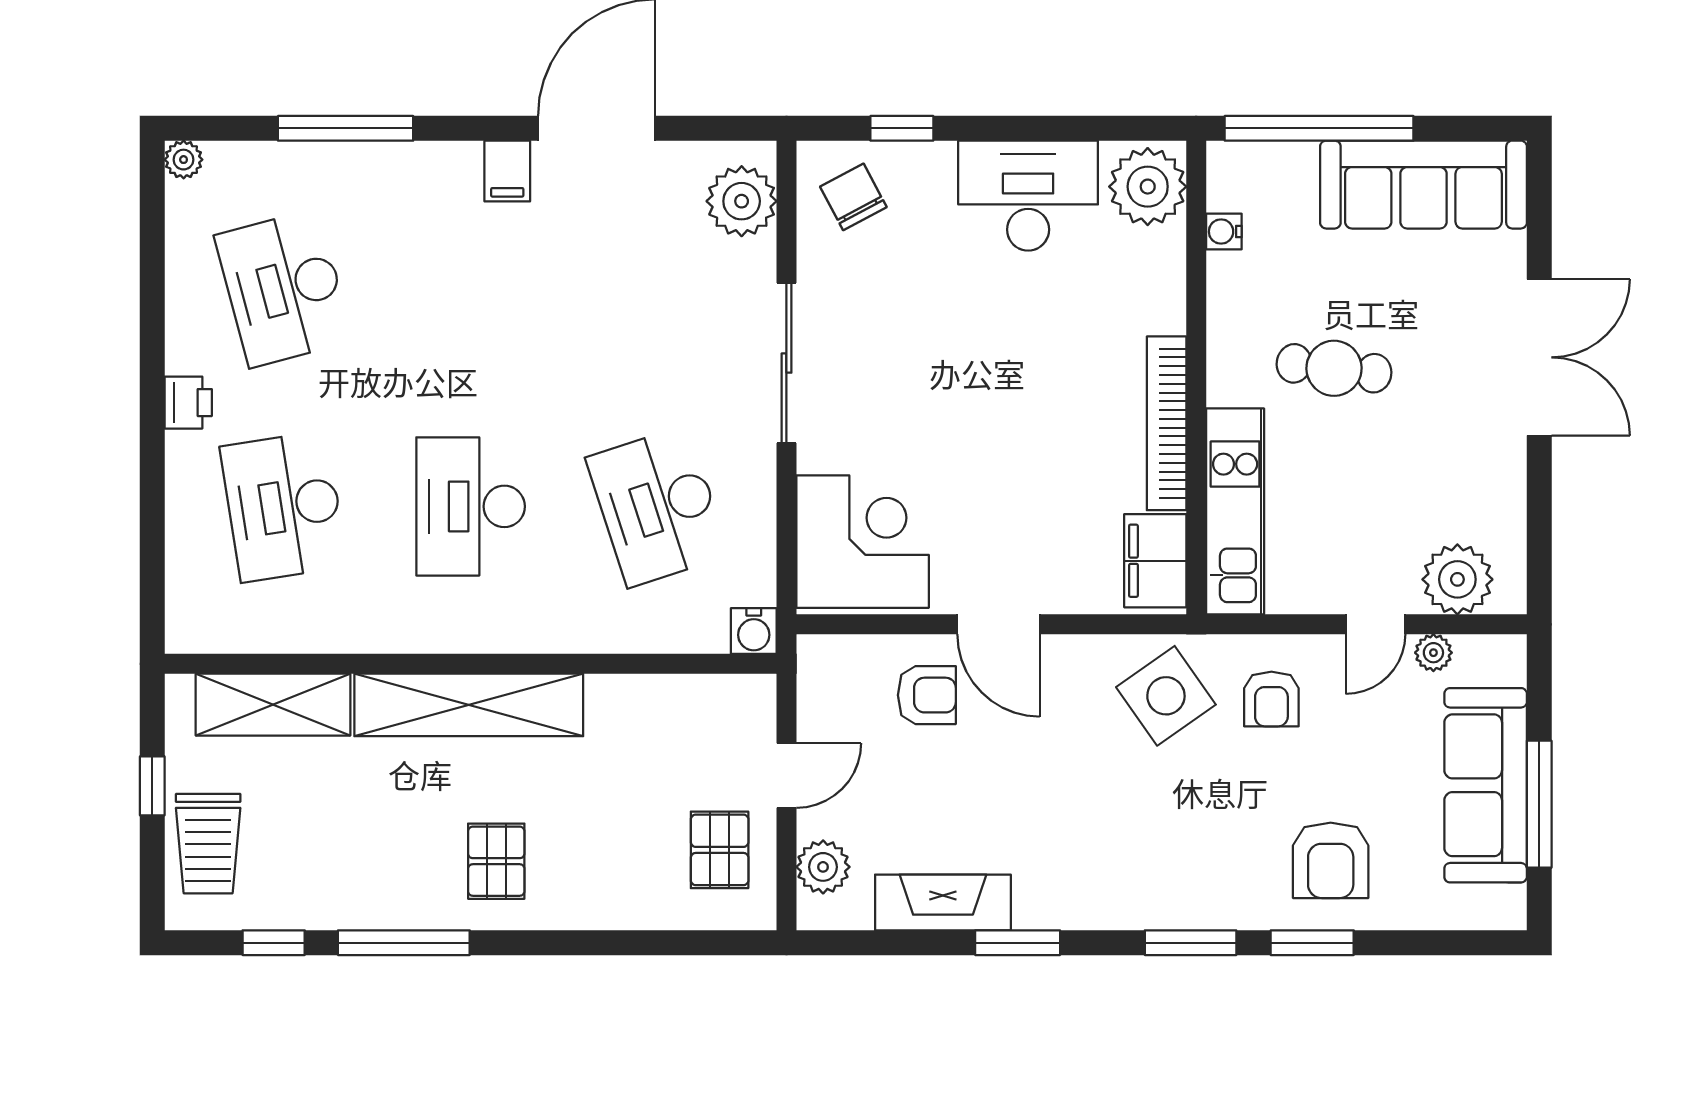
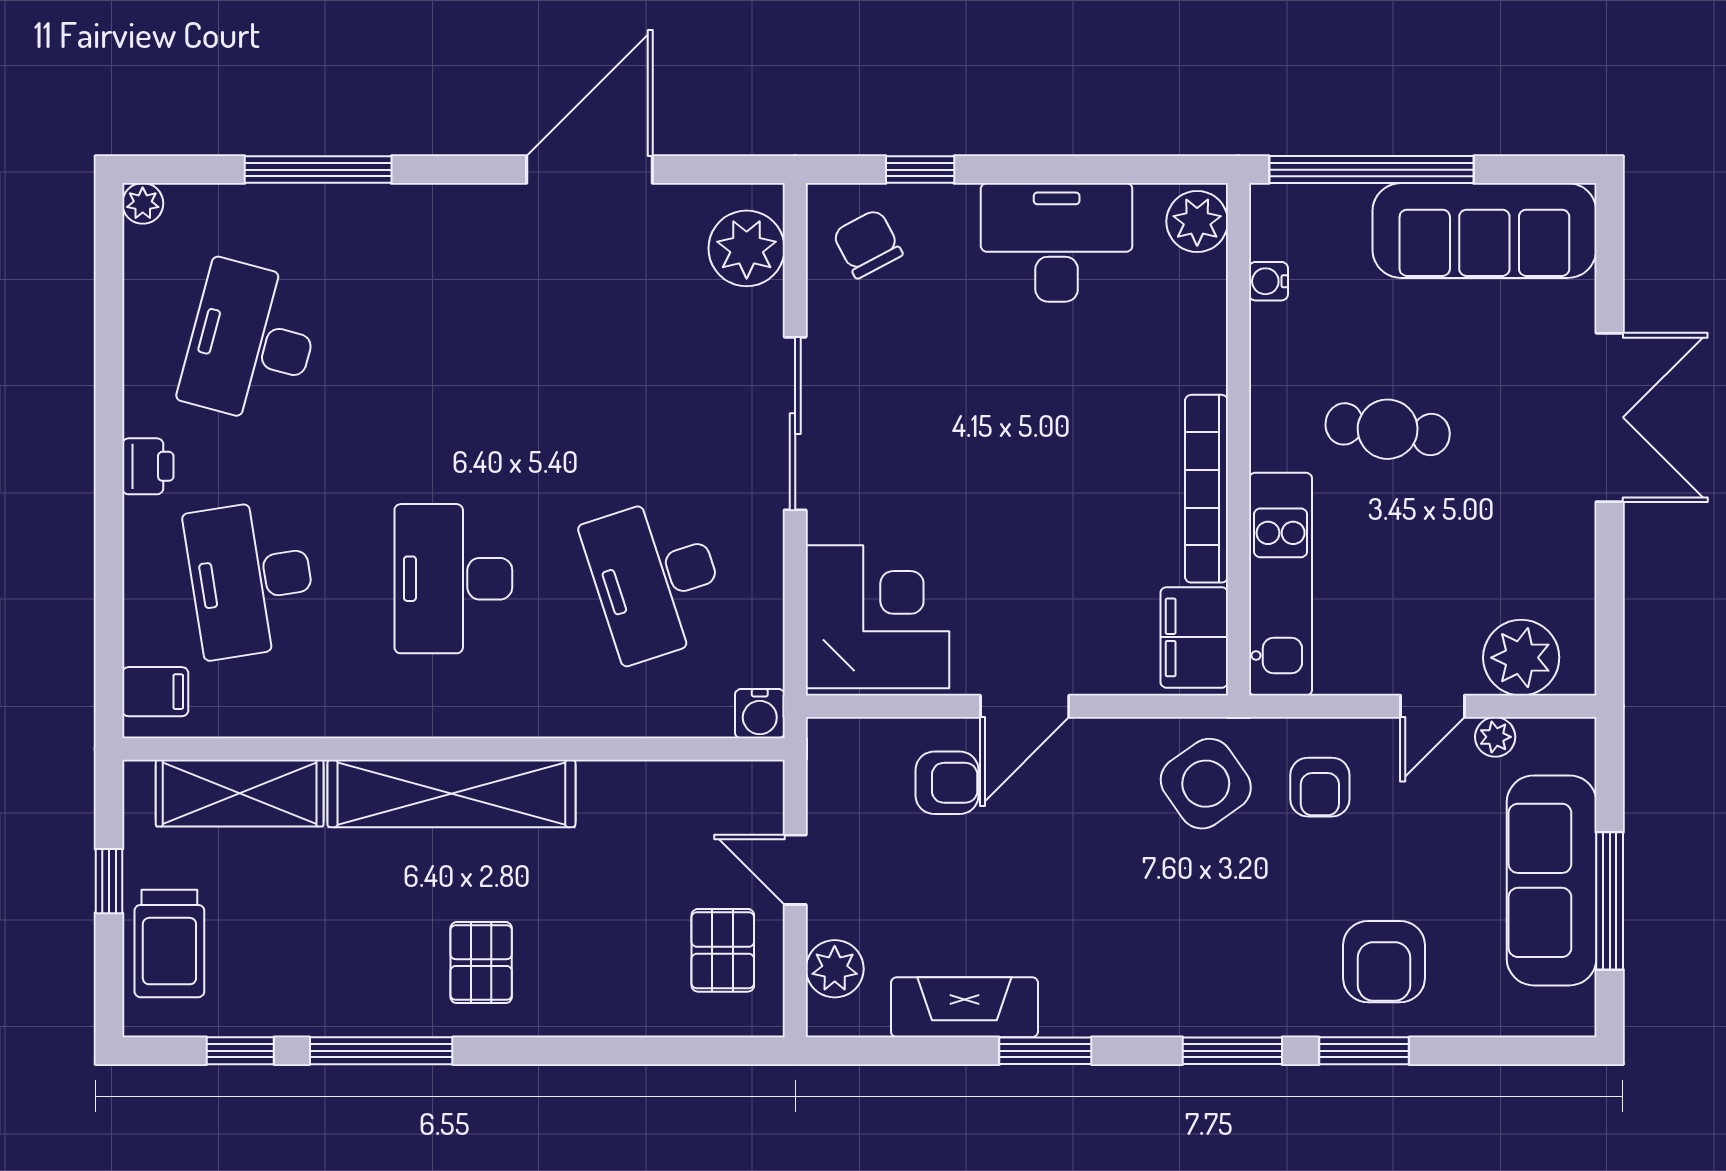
filing cabinet: (507, 171) -> (155, 692), moved, turned -90
plant: (1148, 187) -> (1197, 221), width x0.73, depth x0.73
desk: (284, 288) -> (251, 343), turned 30
door: (999, 624) -> (1025, 706), hinge flipped
door: (786, 775) -> (795, 870), swing flipped

